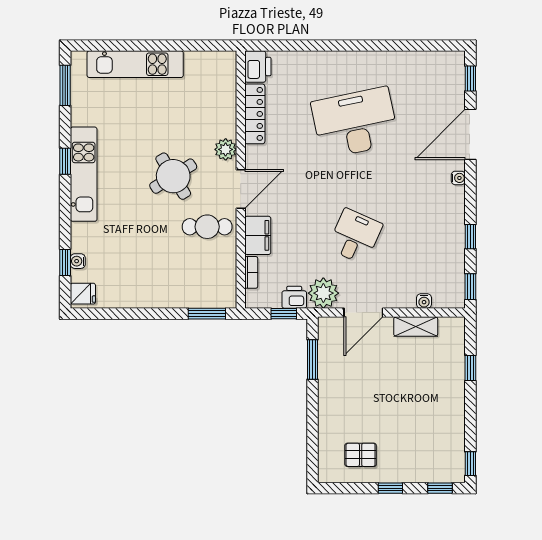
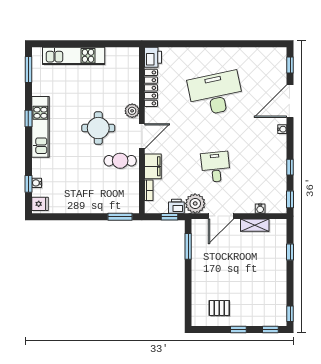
round table: (173, 176) -> (98, 128), turned 32
desk: (355, 236) -> (216, 167), turned -30

